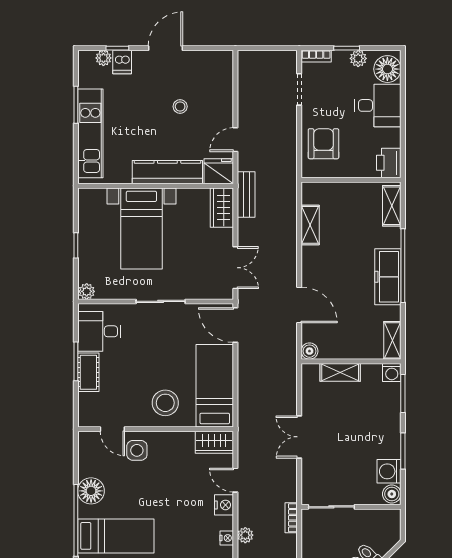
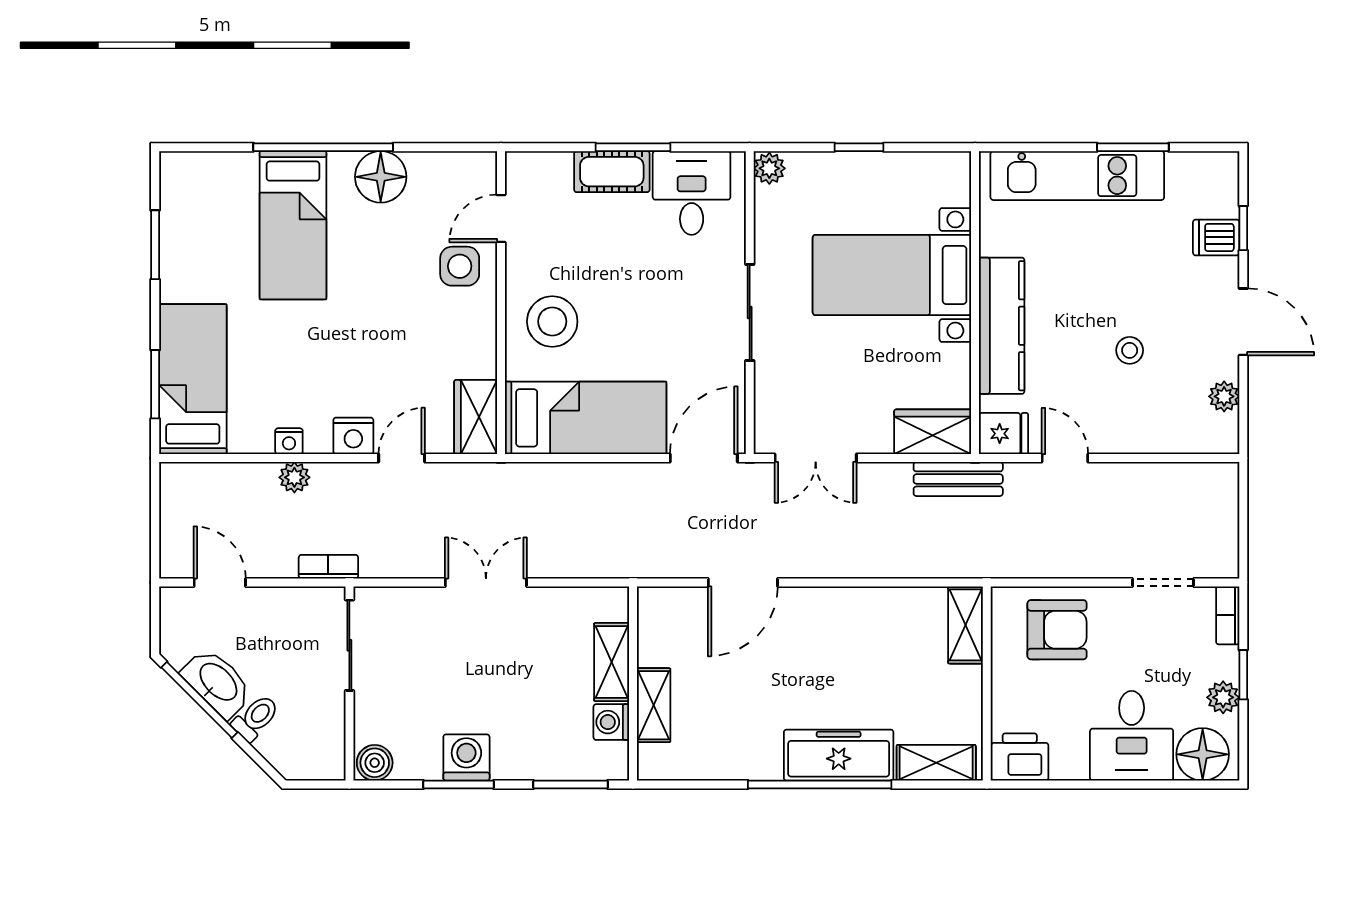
plant: (103, 58) -> (1224, 396), moved
fridge: (219, 171) -> (1004, 434), width x0.72
shelving: (310, 225) -> (965, 625), moved, turned 90
freezer: (388, 277) -> (839, 755), moved
shelving: (392, 340) -> (654, 705), moved, turned 90
boiler: (309, 351) -> (653, 602), removed
washing machine: (392, 373) -> (611, 722), moved
washing machine: (389, 471) -> (466, 757), moved

